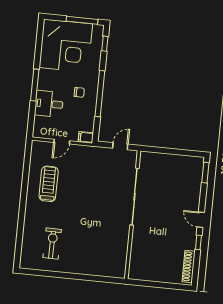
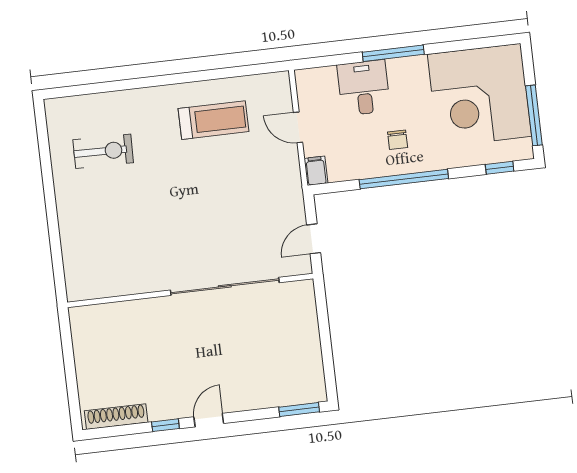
door: (120, 146) -> (314, 239), swing flipped

